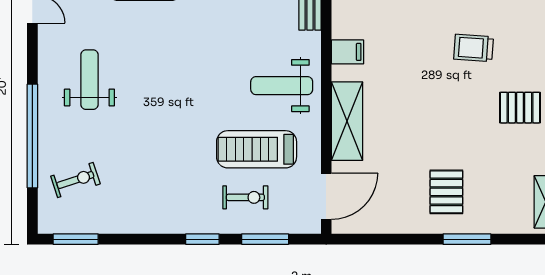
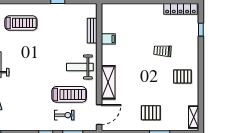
filing cabinet: (347, 52) -> (108, 39), moved
treadmill: (257, 149) -> (69, 94), turned 180
pallet: (446, 192) -> (151, 113), turned 90

